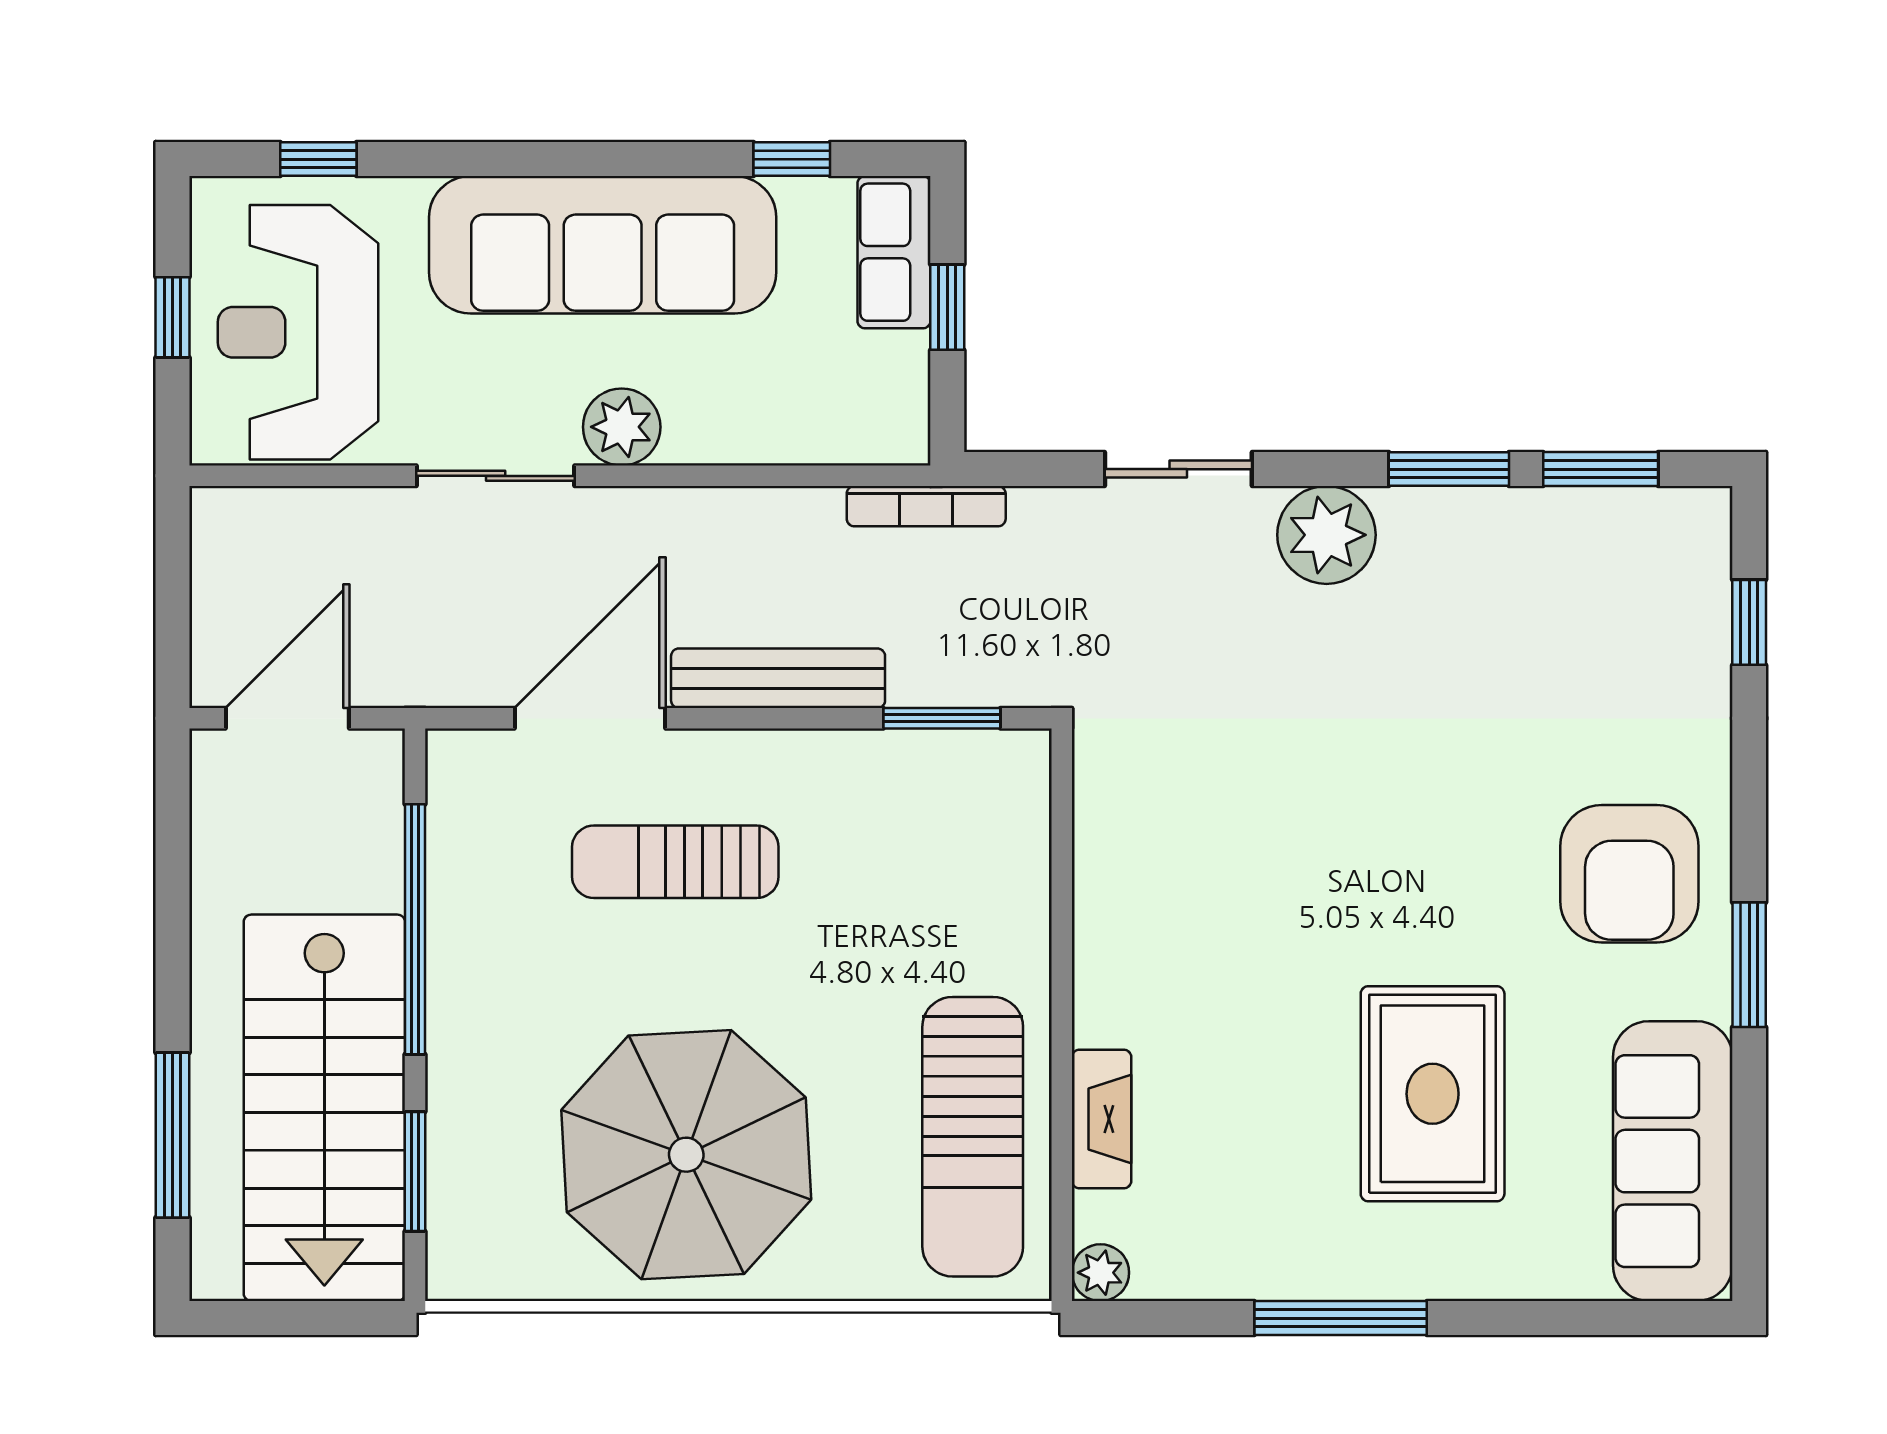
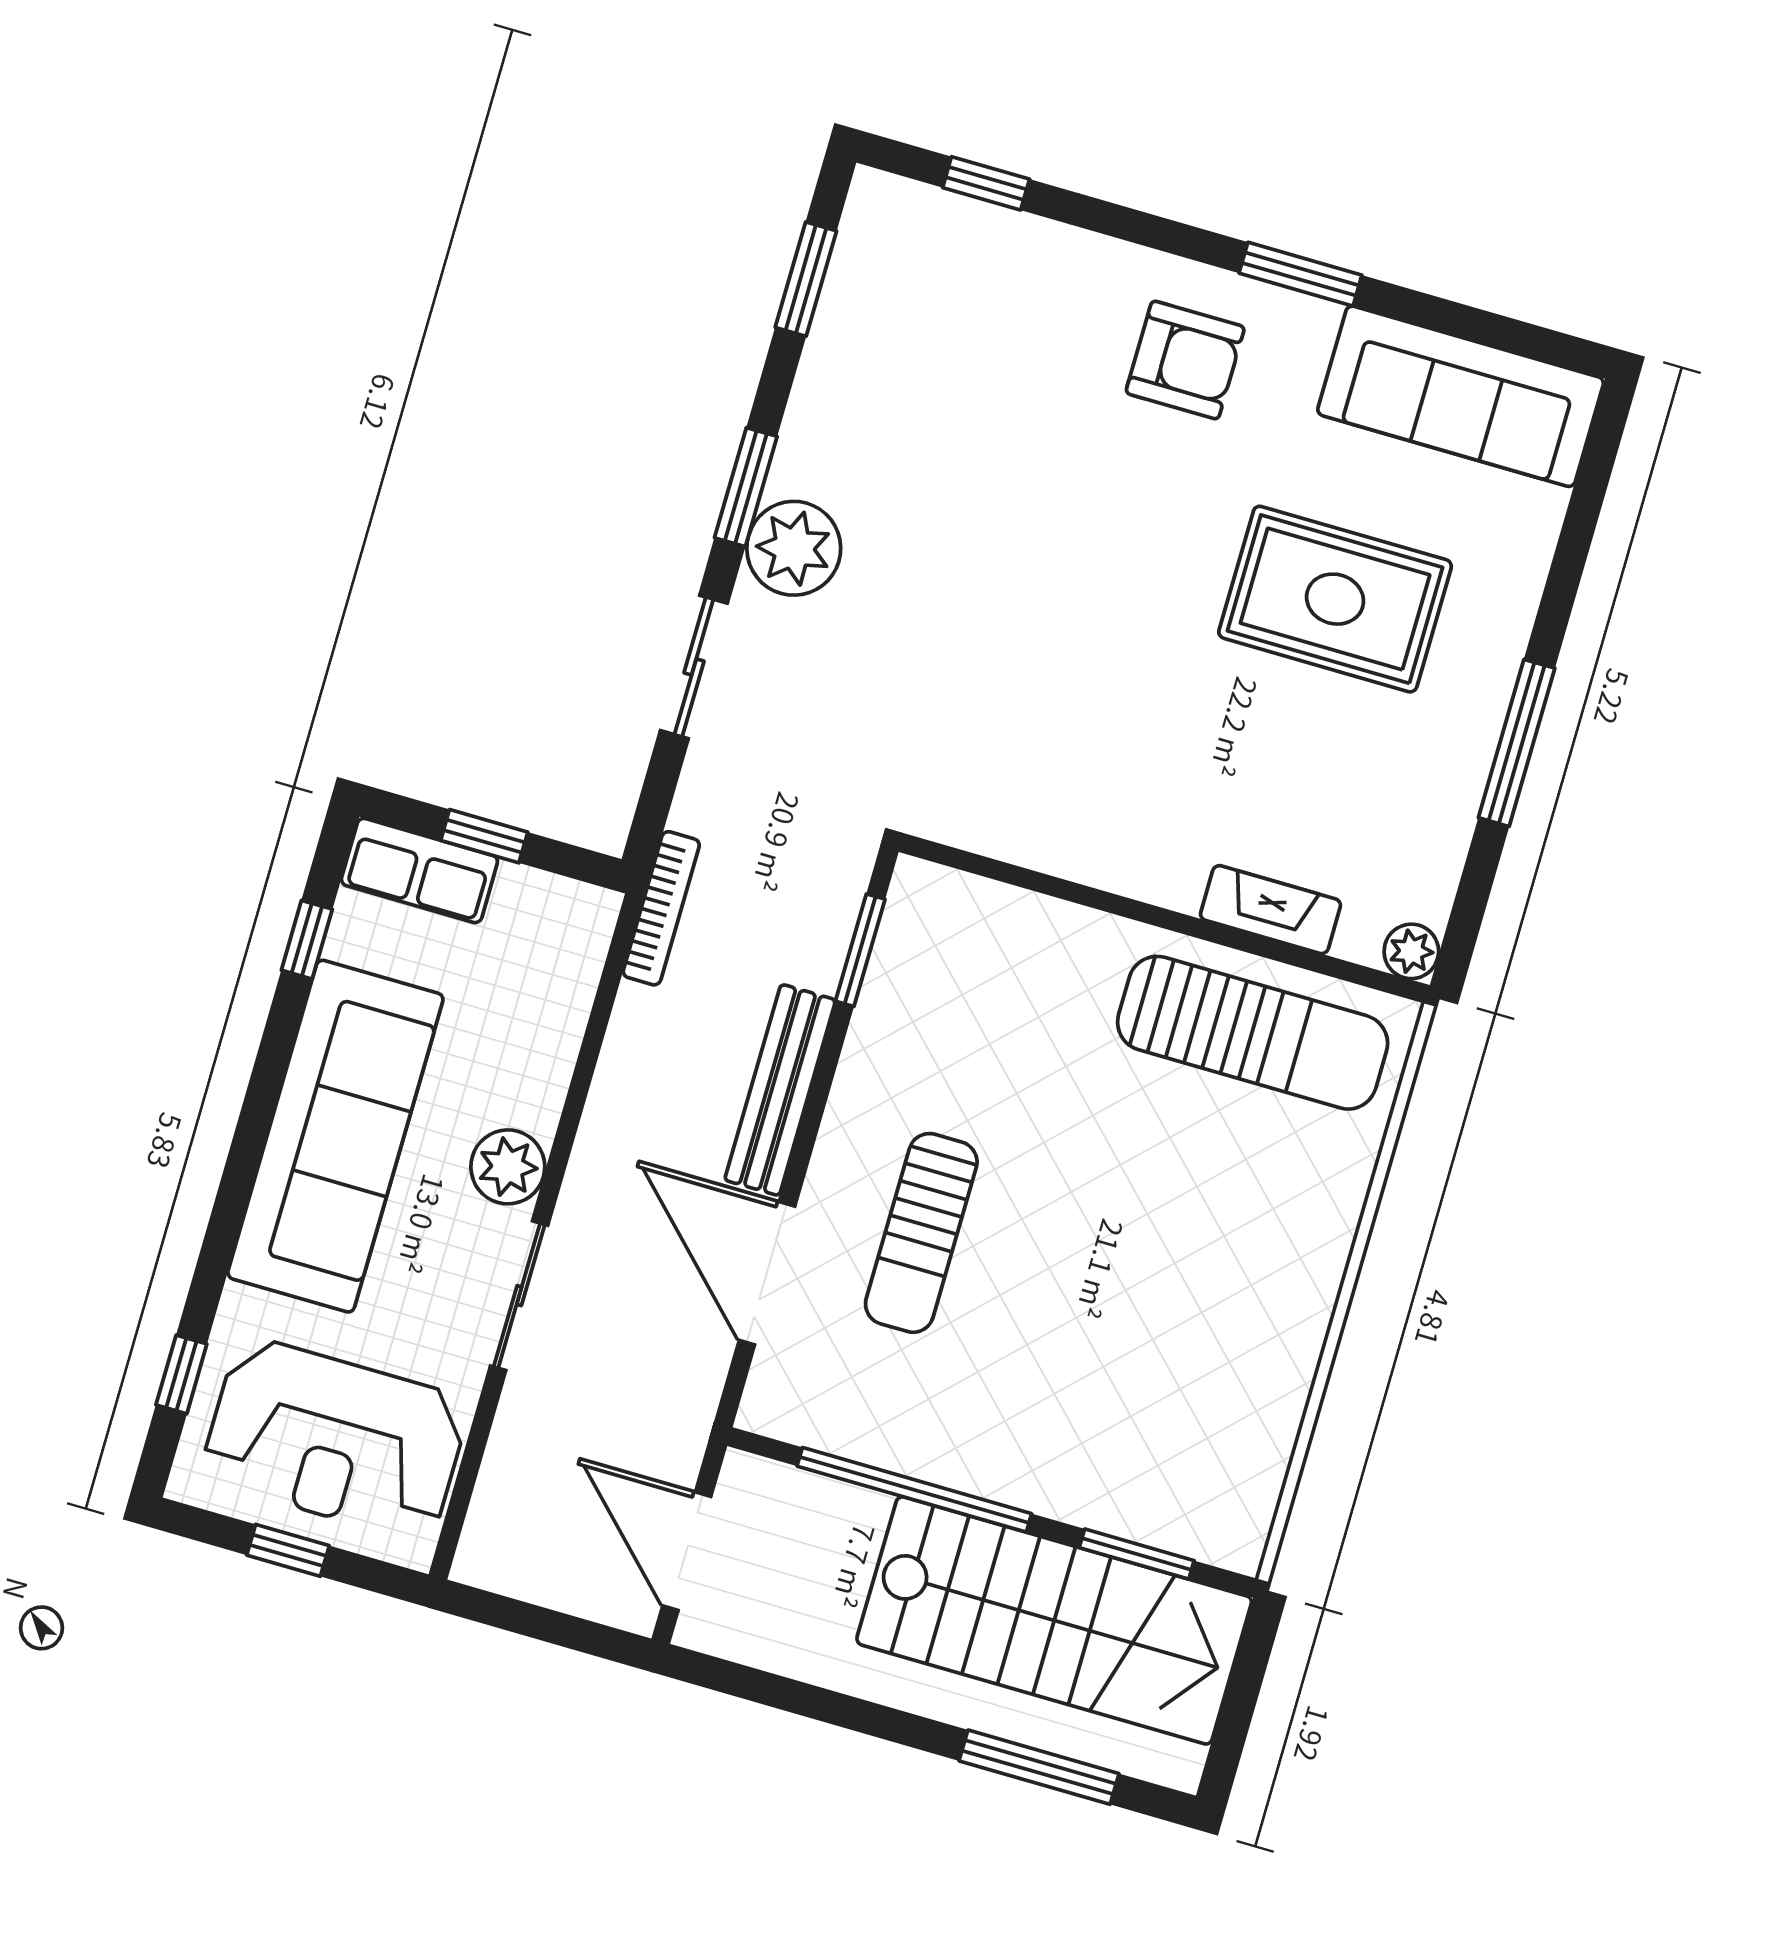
window: (1449, 469) -> (746, 487), moved
armchair: (1629, 874) -> (1185, 360), width x0.73, depth x0.73
parasol: (686, 1155) -> (1193, 1301), removed

